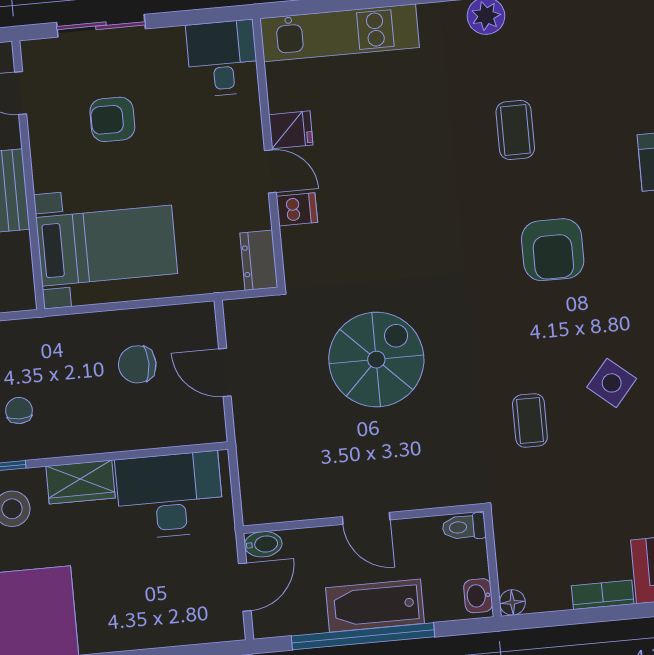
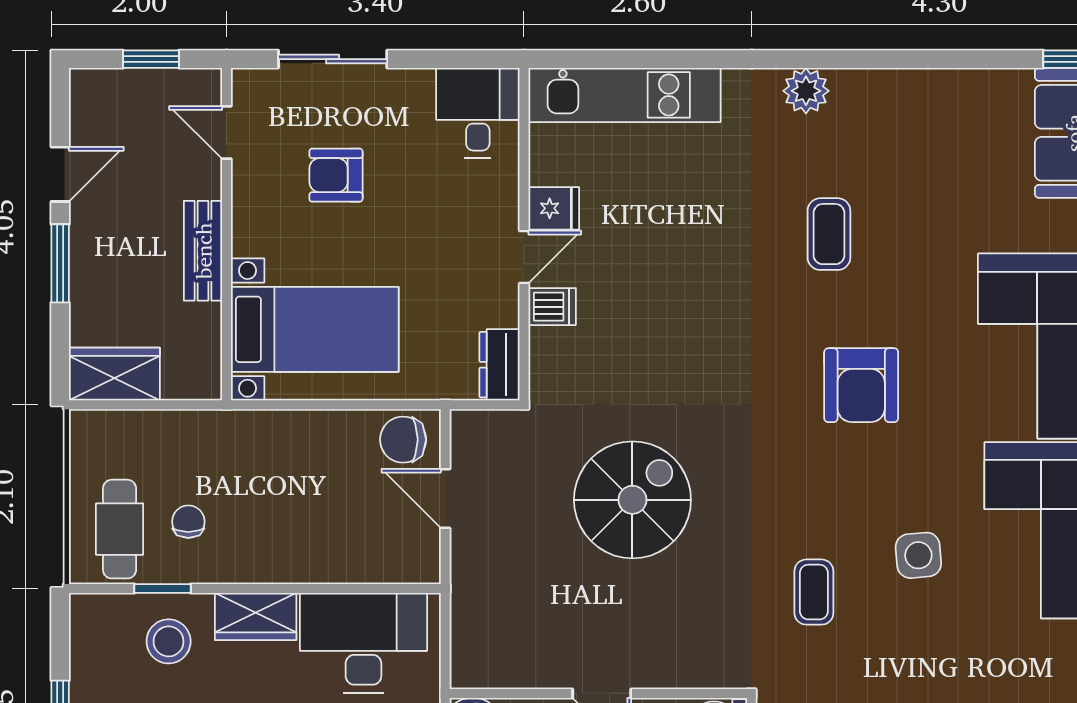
door: (270, 171) -> (524, 257), hinge flipped
chair: (137, 364) -> (403, 440), moved
side table: (612, 383) -> (918, 555), turned 45

